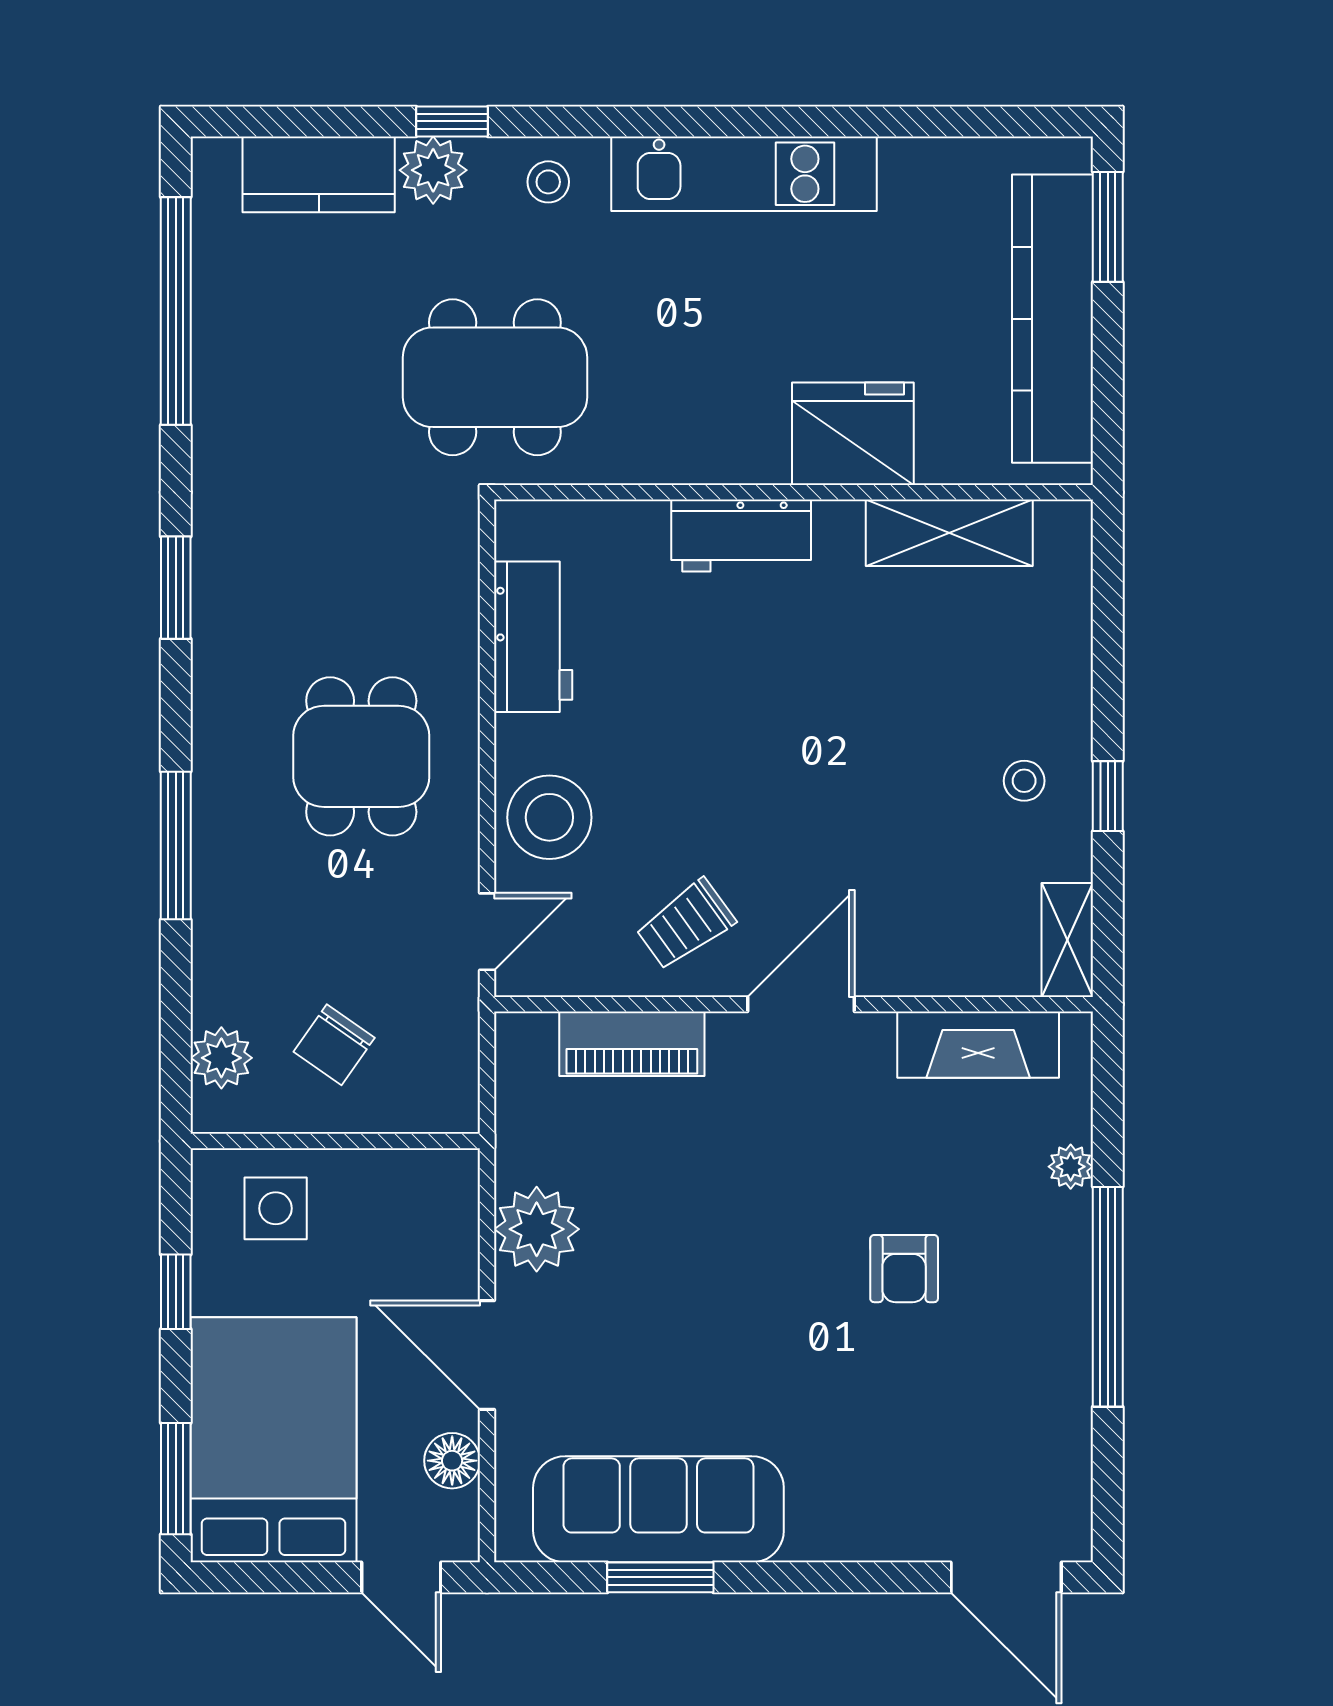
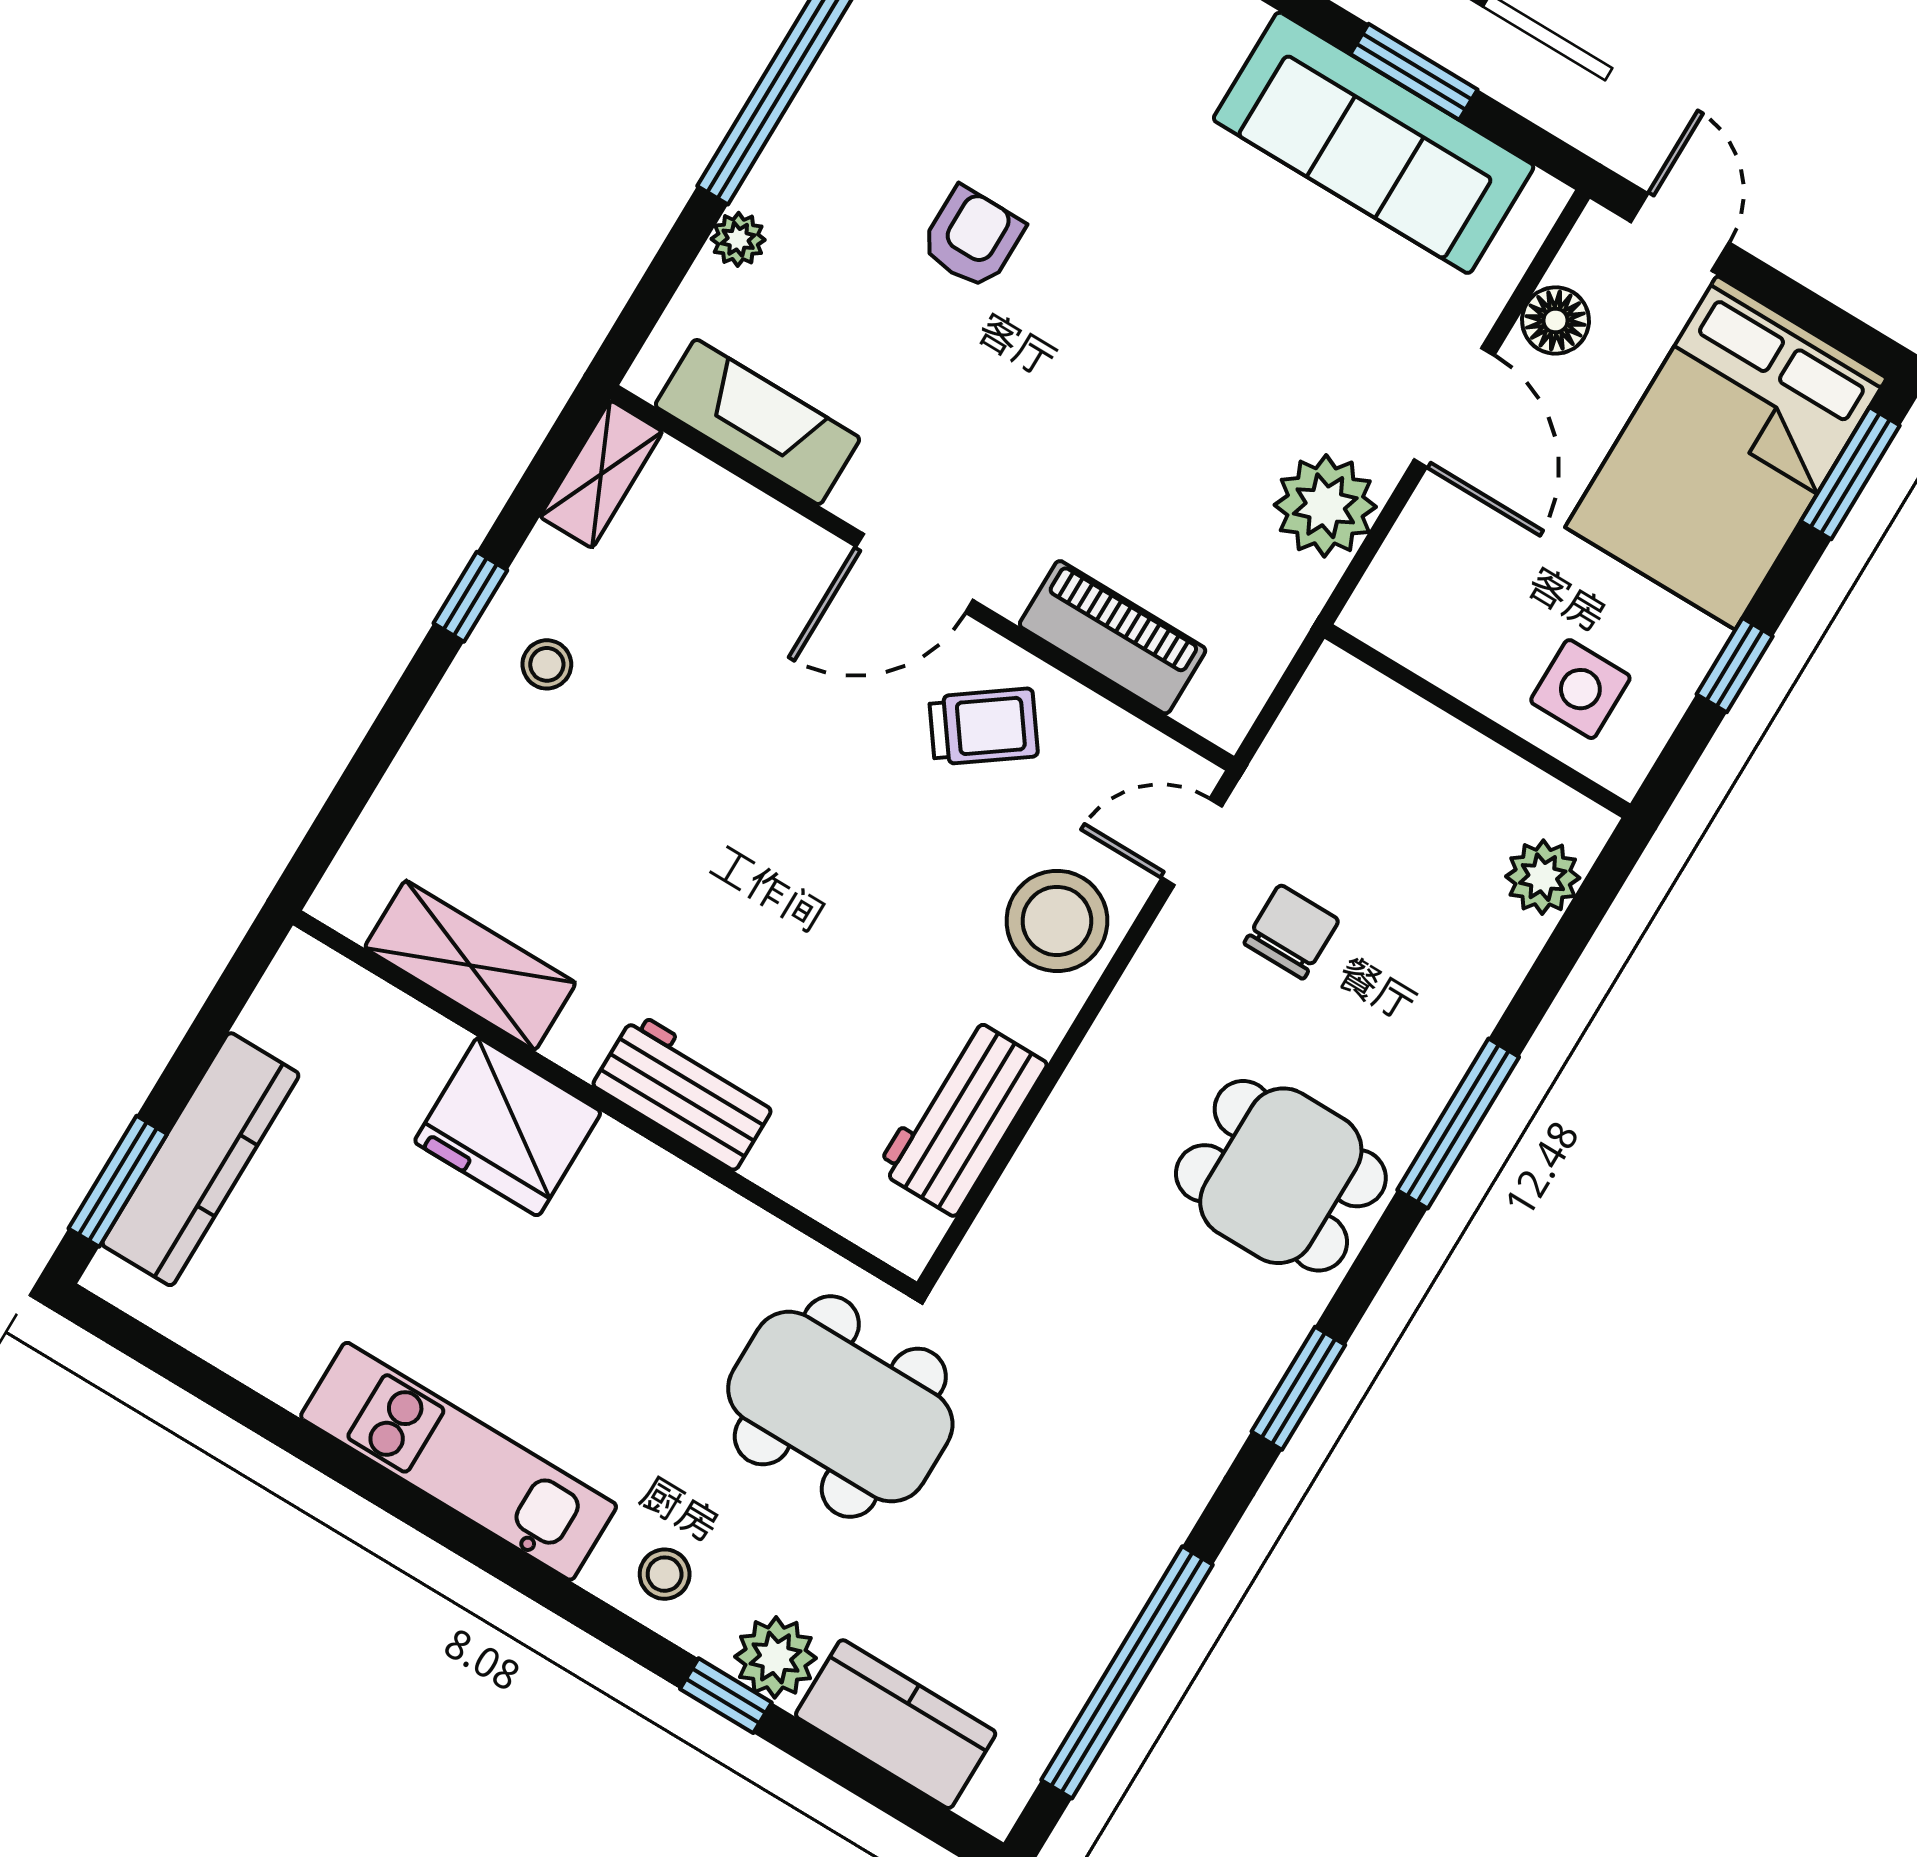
kitchen counter: (1053, 319) -> (200, 1159), width x0.72, depth x0.86
dining table: (361, 756) -> (1281, 1176), moved, turned 90
chair: (334, 1045) -> (1291, 932), moved, turned -35

